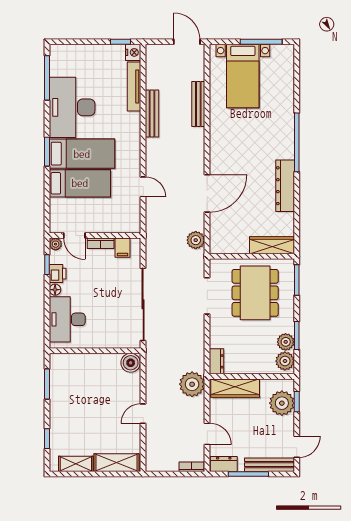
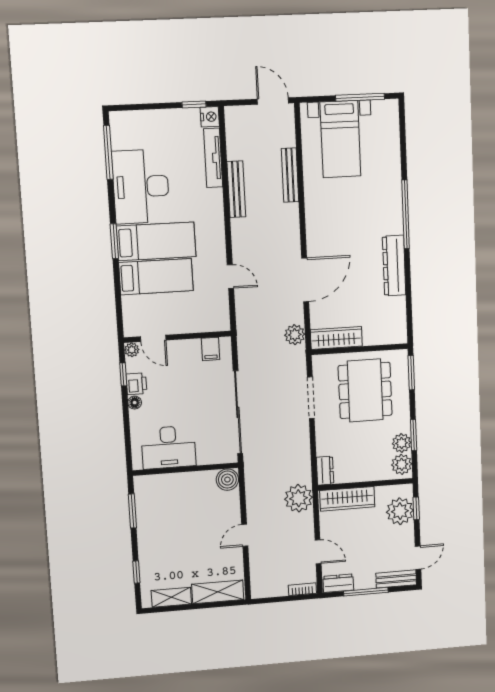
bookcase: (101, 243) -> (185, 345), removed
wardrobe: (272, 245) -> (336, 338), moved
desk: (67, 319) -> (169, 447), moved, turned -90
bench: (270, 465) -> (396, 579), width x0.73

